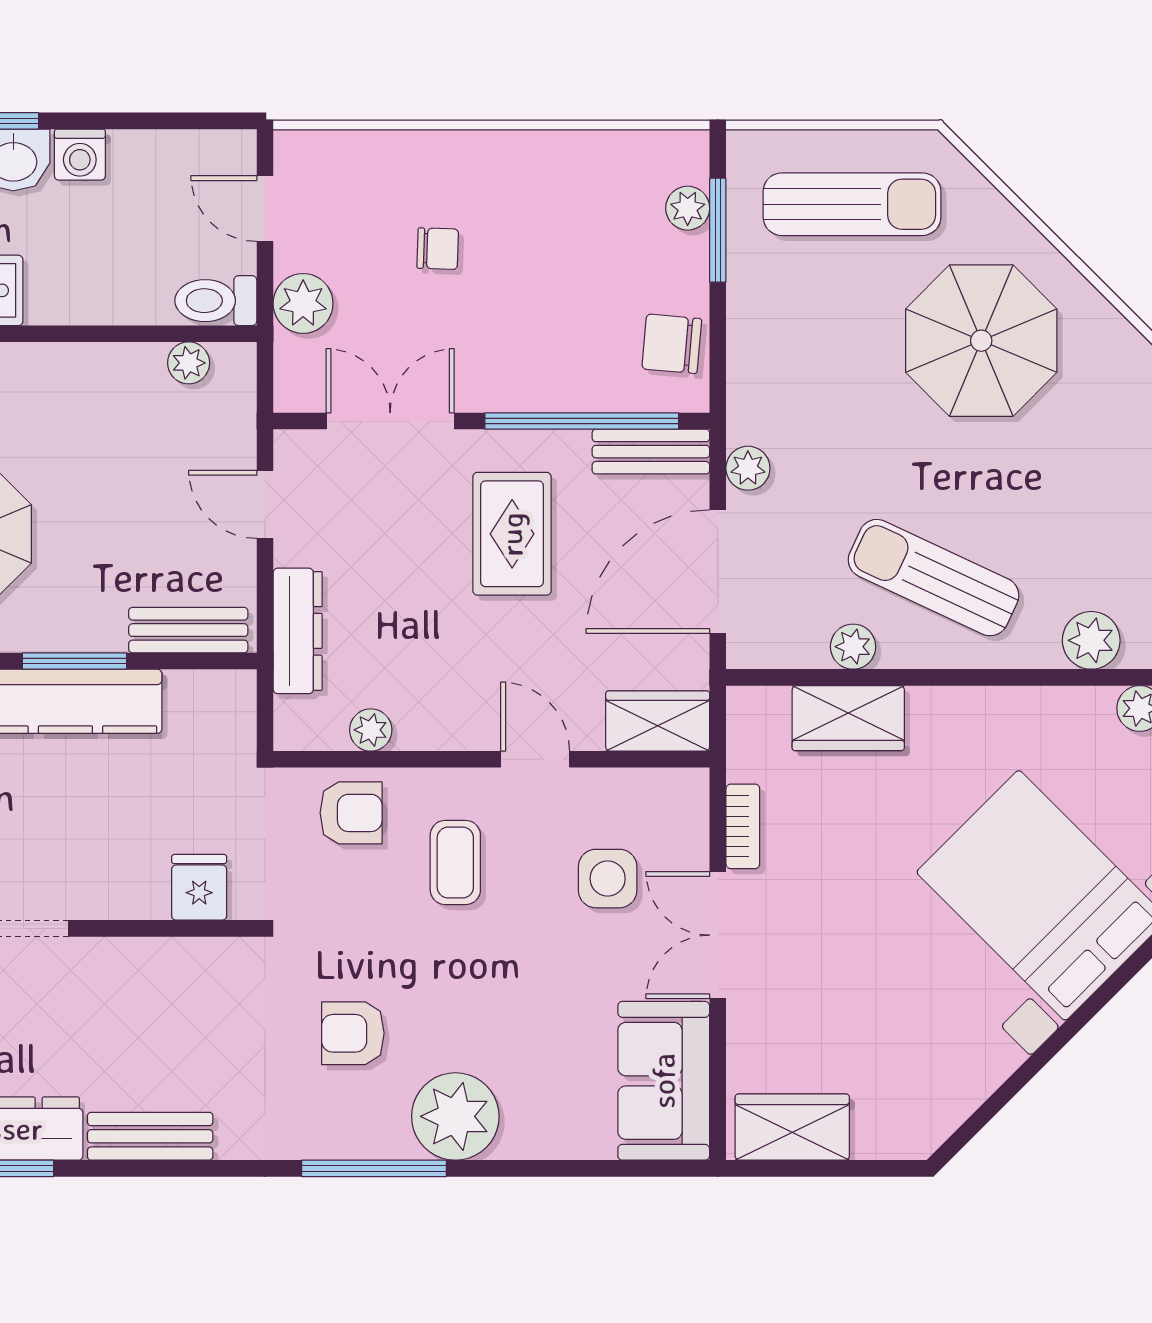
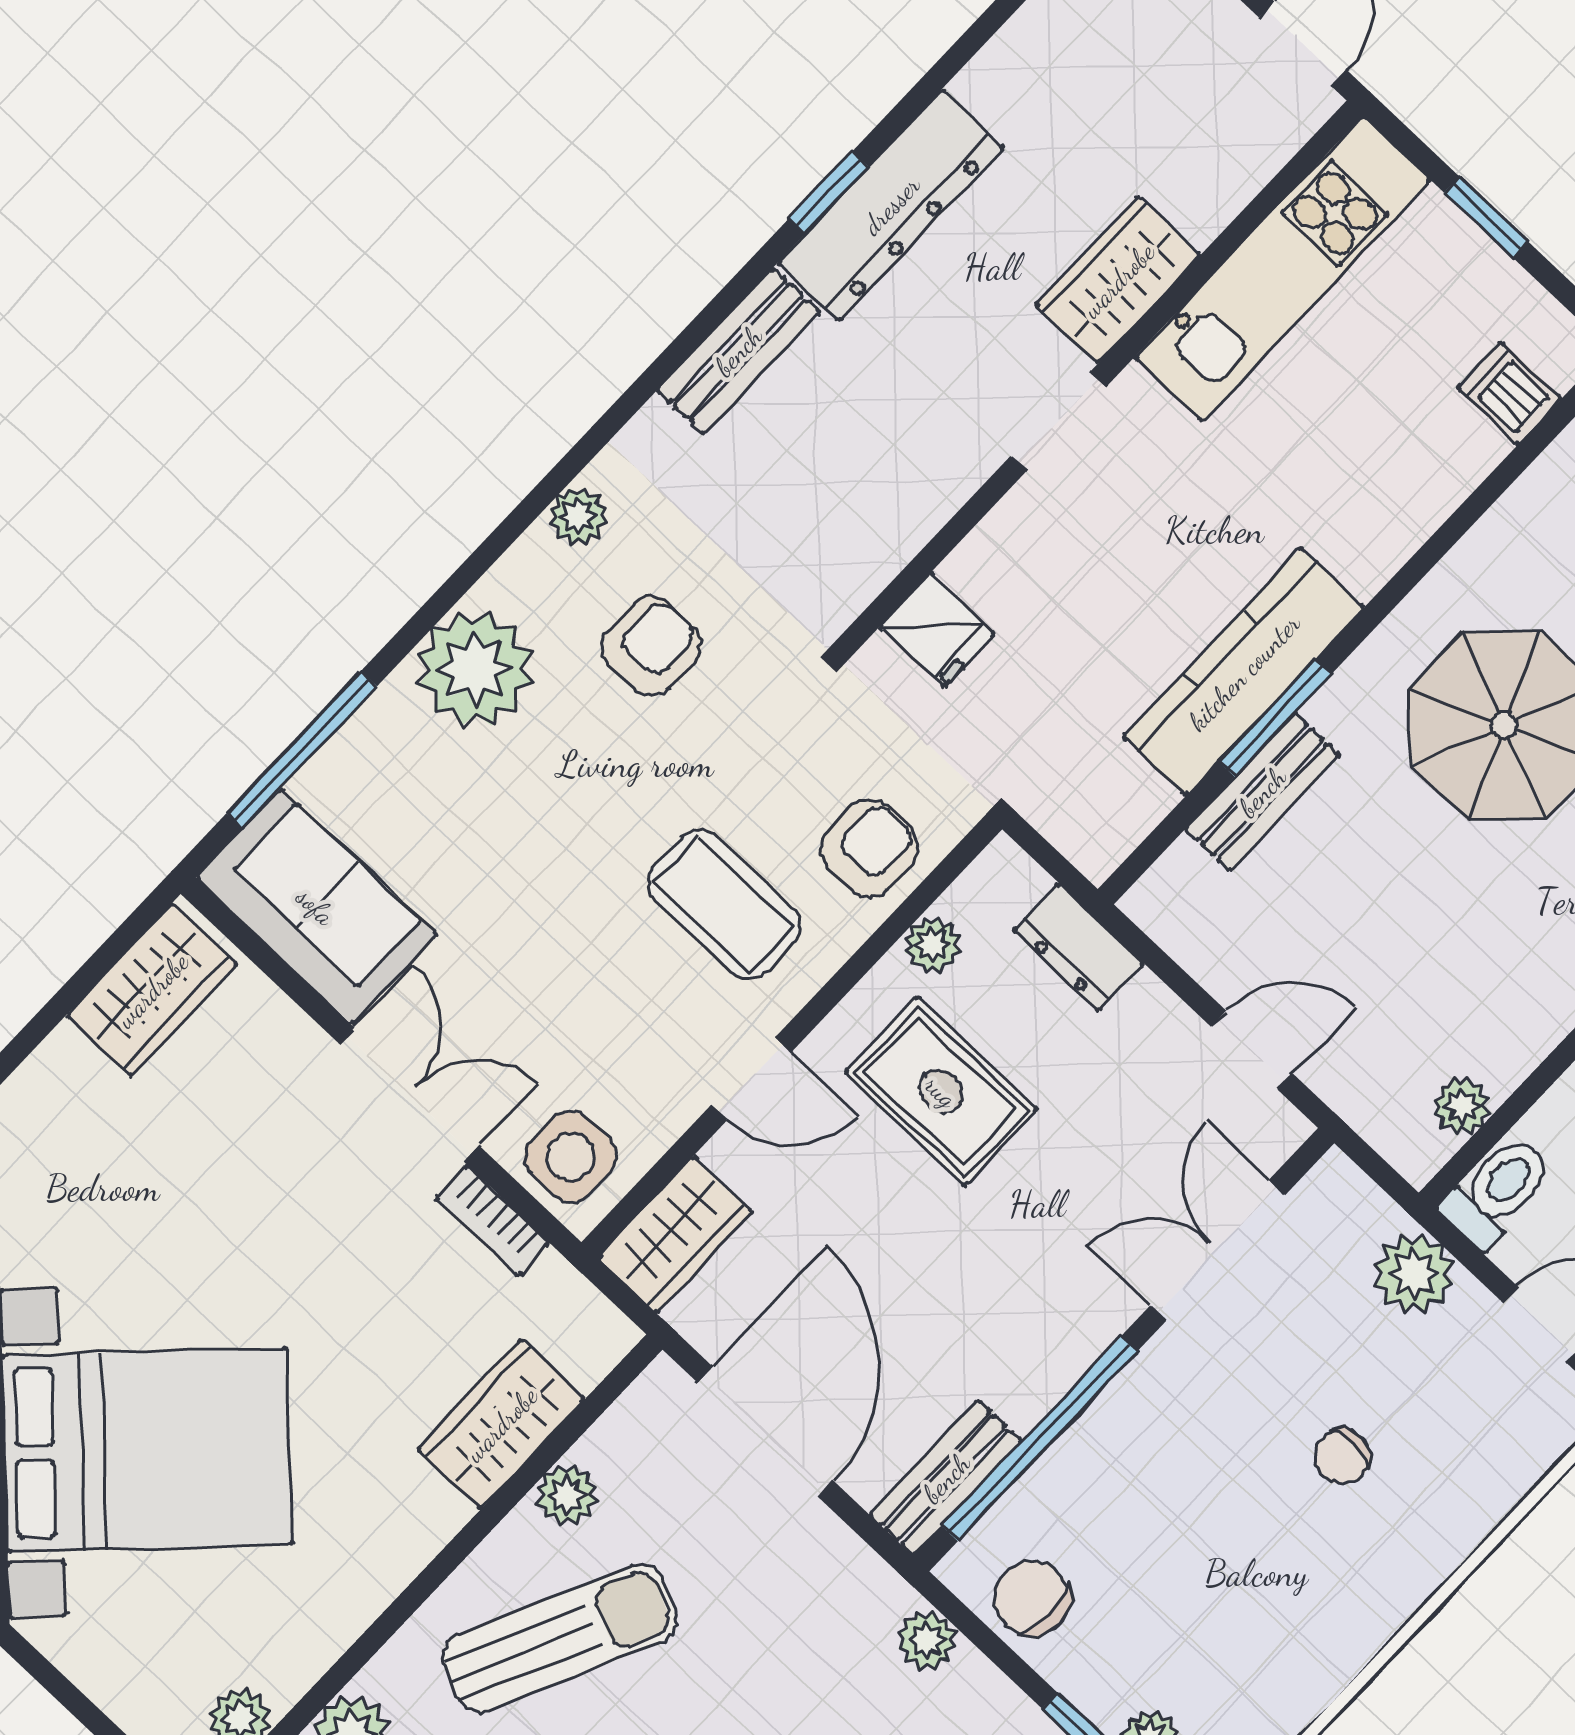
chair: (672, 344) -> (1032, 1598), turned -95
double door: (390, 421) -> (1218, 1250), swing flipped
plant: (748, 468) -> (927, 1640), moved
rug: (512, 534) -> (941, 1091), moved
bench: (188, 630) -> (1262, 792), moved
dresser: (298, 631) -> (1079, 947), width x0.70
armchair: (351, 813) -> (869, 848), turned 180
coffee table: (455, 862) -> (724, 905), width x1.36, depth x1.30
side table: (608, 879) -> (571, 1156), moved
plant: (321, 1139) -> (578, 516), added
window: (374, 1168) -> (302, 750), moved

